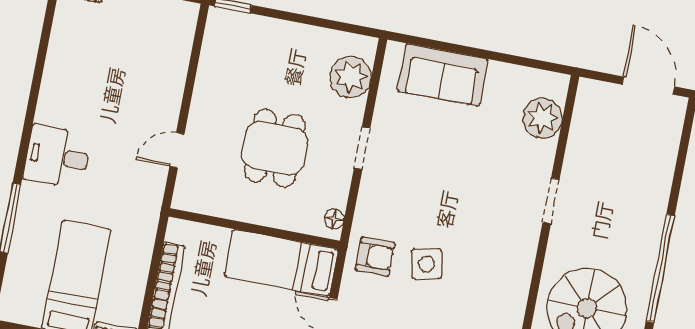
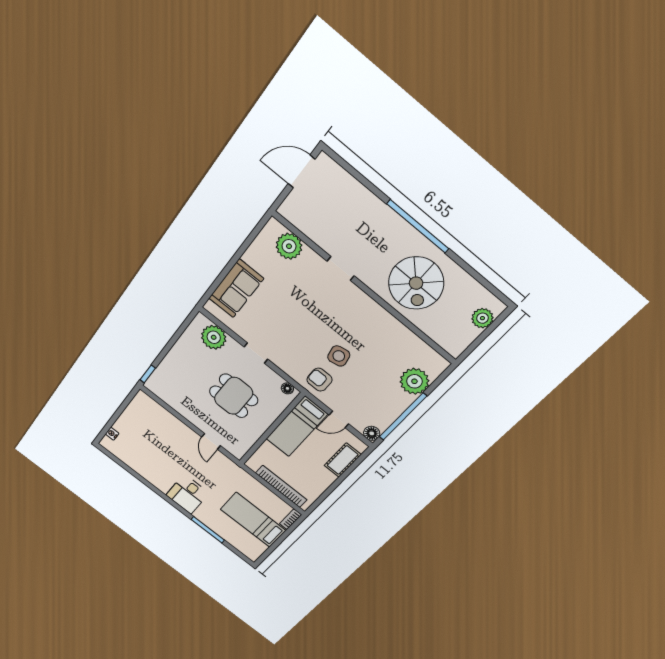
armchair: (375, 256) -> (320, 380), turned -90

